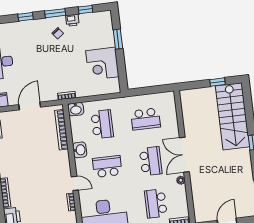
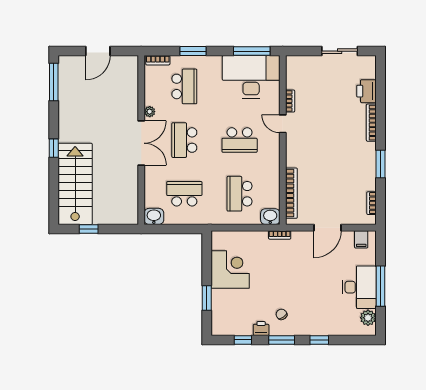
washbasin: (80, 150) -> (154, 216), moved, turned 90

